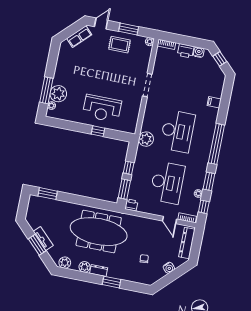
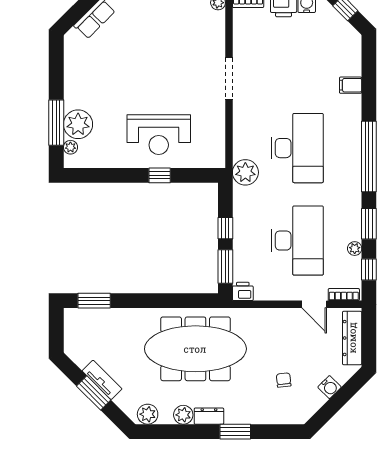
rug: (120, 45) -> (167, 18), removed

